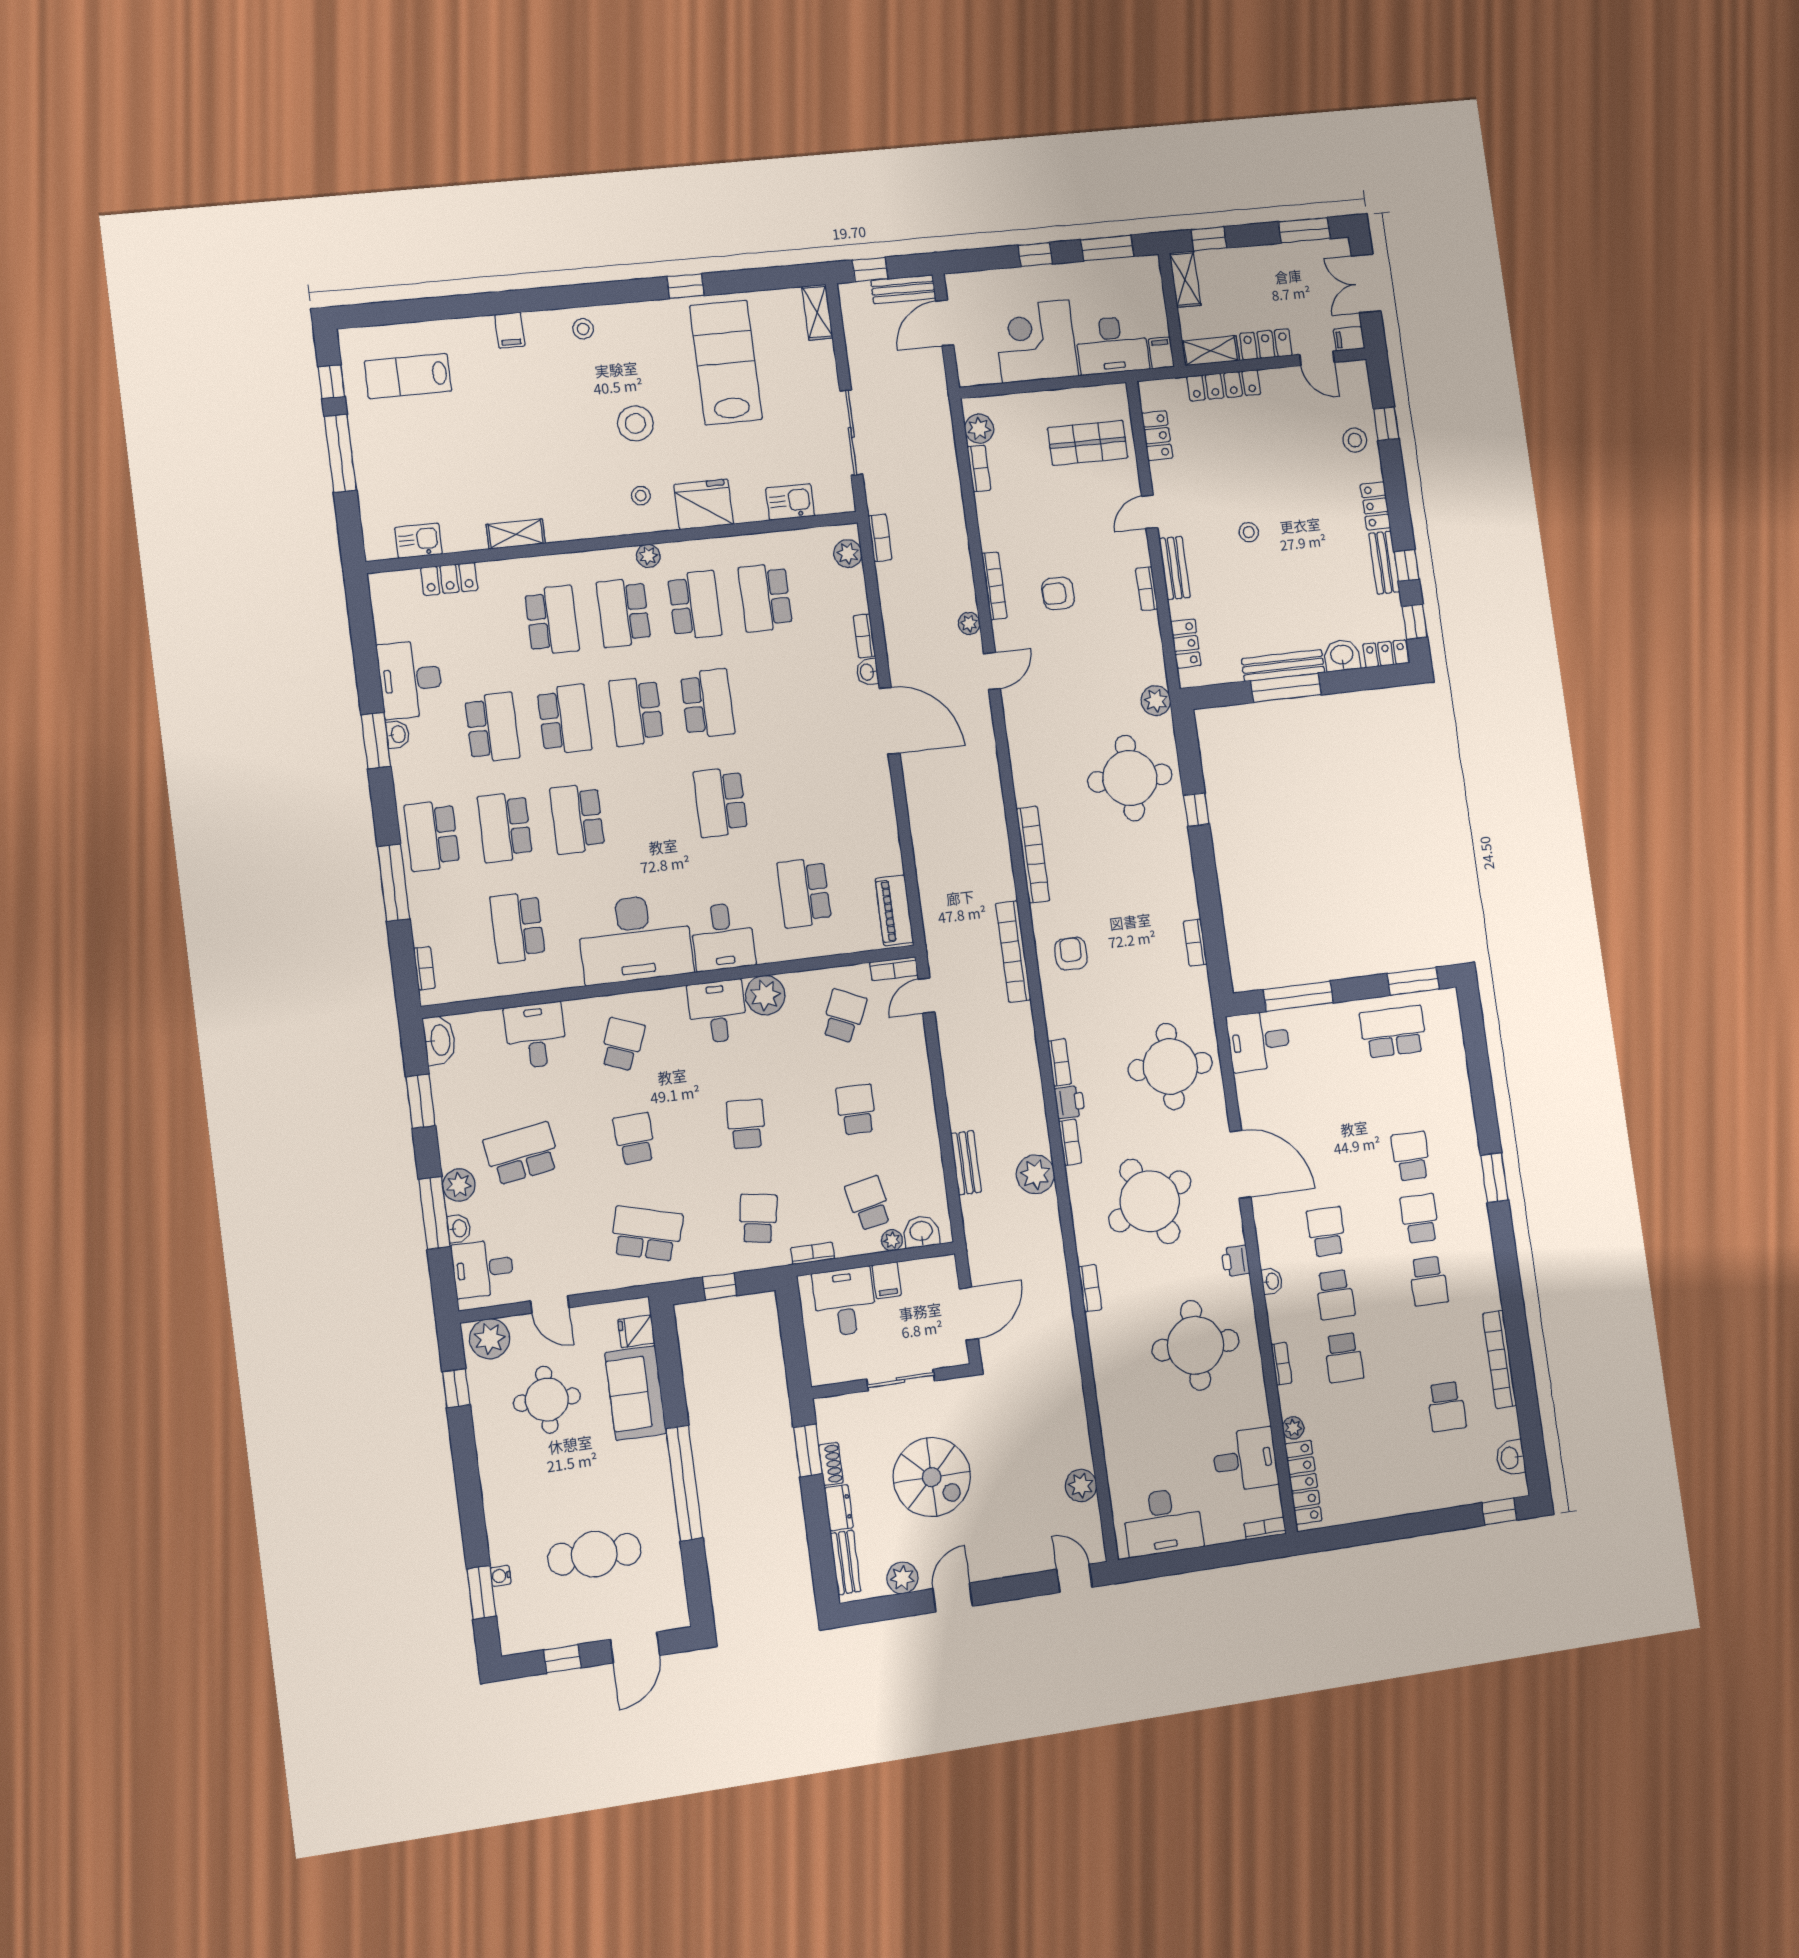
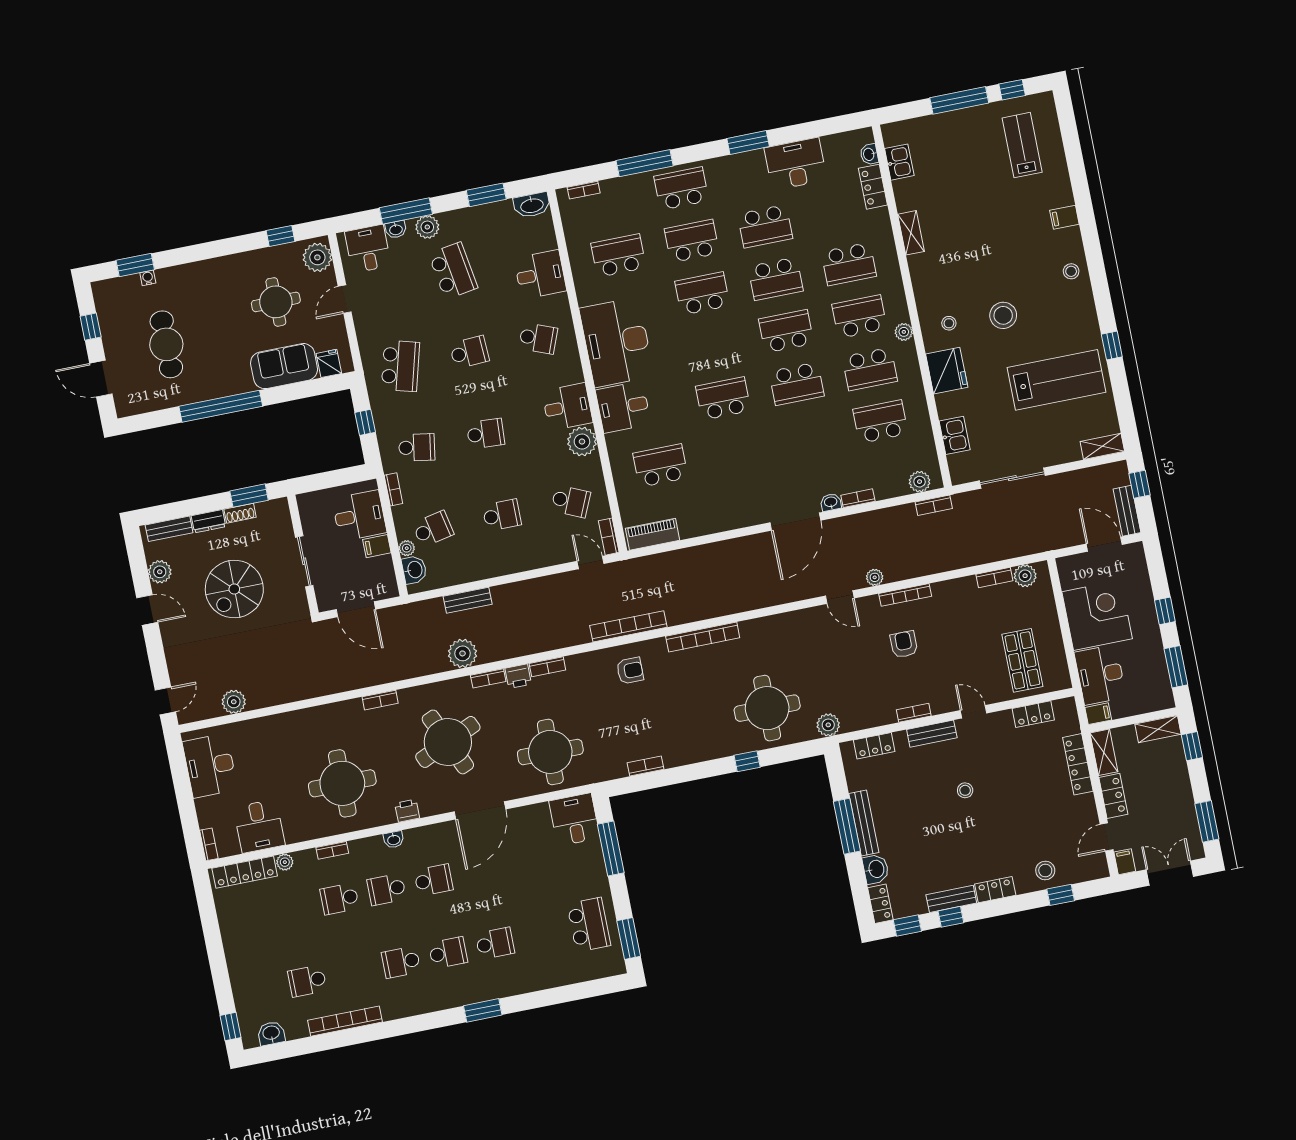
washbasin: (398, 734) -> (869, 154), moved, turned 90

